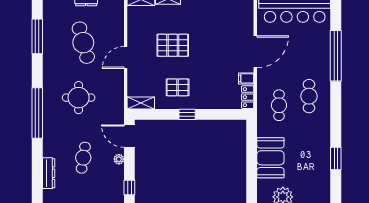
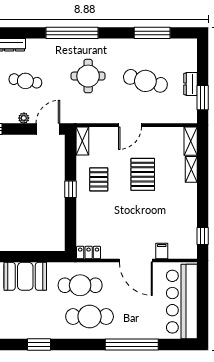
cafe table: (83, 43) -> (145, 81), turned 30
door: (126, 57) -> (130, 125), swing flipped
filing cabinet: (246, 78) -> (162, 251), moved
cafe table: (309, 96) -> (90, 317), width x1.37, depth x1.35
cafe table: (279, 105) -> (80, 285), width x1.37, depth x1.35
window: (336, 159) -> (39, 344), moved

